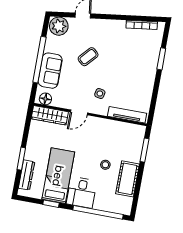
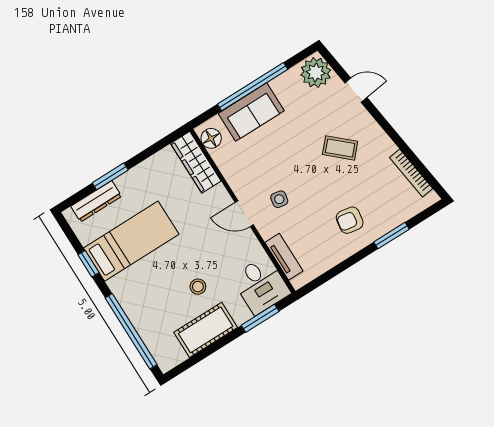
coffee table: (88, 57) -> (340, 148), moved
armchair: (138, 71) -> (350, 220), added
door: (79, 112) -> (244, 214), moved
tv unit: (127, 115) -> (284, 257), width x0.71
desk: (82, 192) -> (261, 285), moved, turned -90

